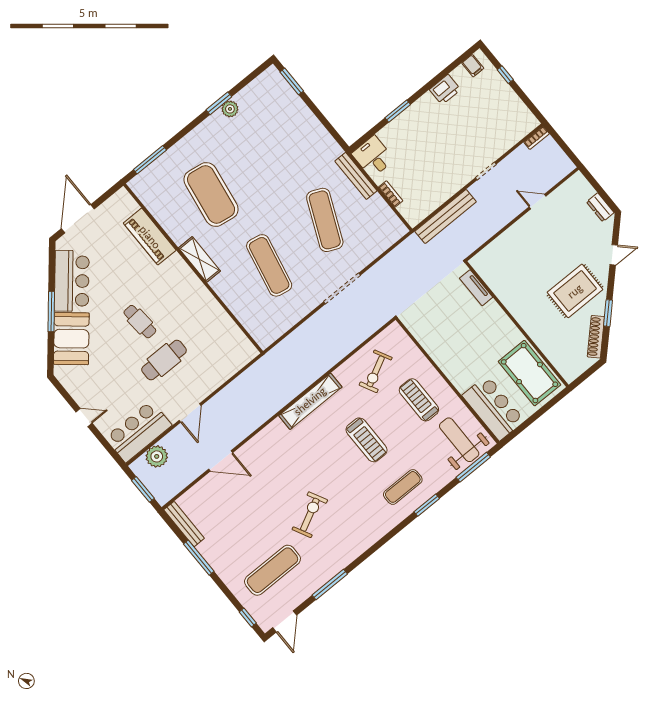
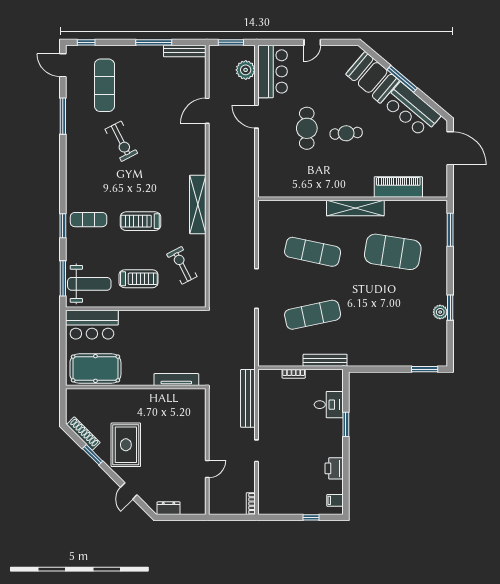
desk: (373, 157) -> (329, 405), moved
exercise mat: (325, 220) -> (313, 315), turned -36
shelving: (199, 259) -> (355, 208), width x1.47
tv unit: (476, 288) -> (176, 380), width x1.41
exercise mat: (403, 487) -> (89, 220), turned 90

